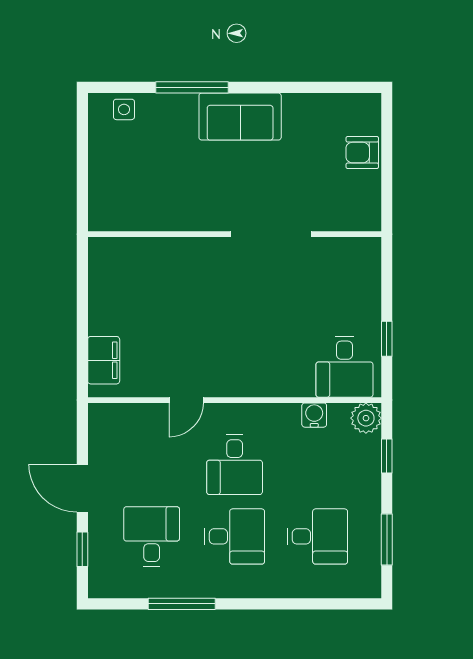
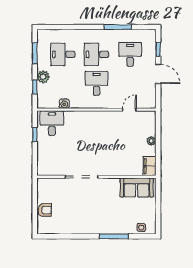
sofa: (240, 117) -> (137, 188), moved, turned 180
plant: (99, 323) -> (151, 141), added
filing cabinet: (104, 360) -> (150, 166), moved
door: (186, 400) -> (129, 110), moved
plant: (366, 418) -> (43, 77), moved
desk: (152, 536) -> (130, 54), turned 180

